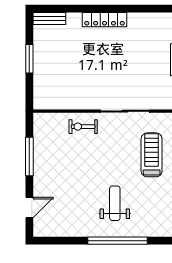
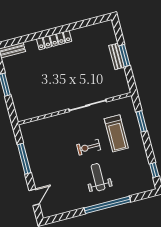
exercise bike: (83, 127) -> (89, 147), moved
treadmill: (152, 155) -> (116, 133), turned 180

